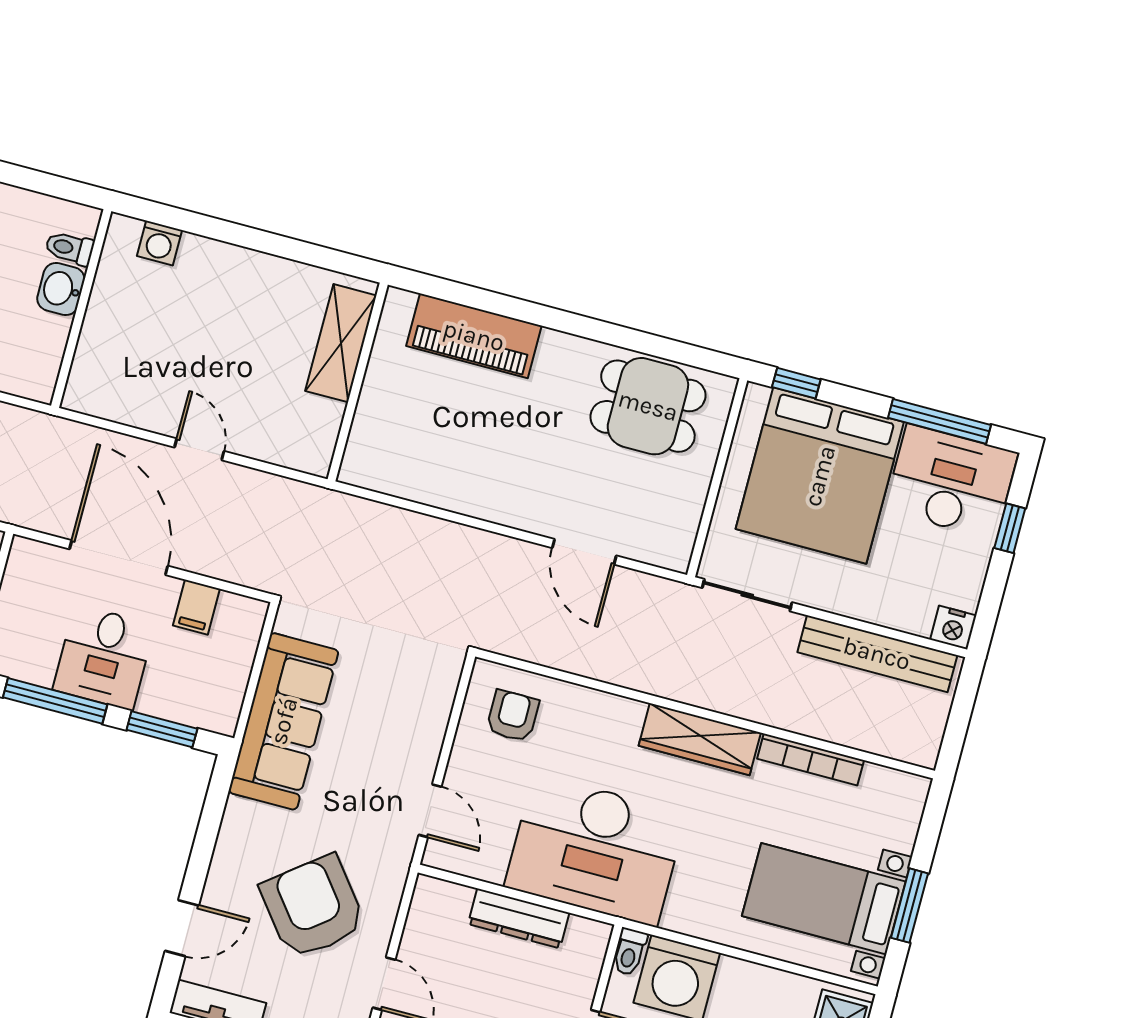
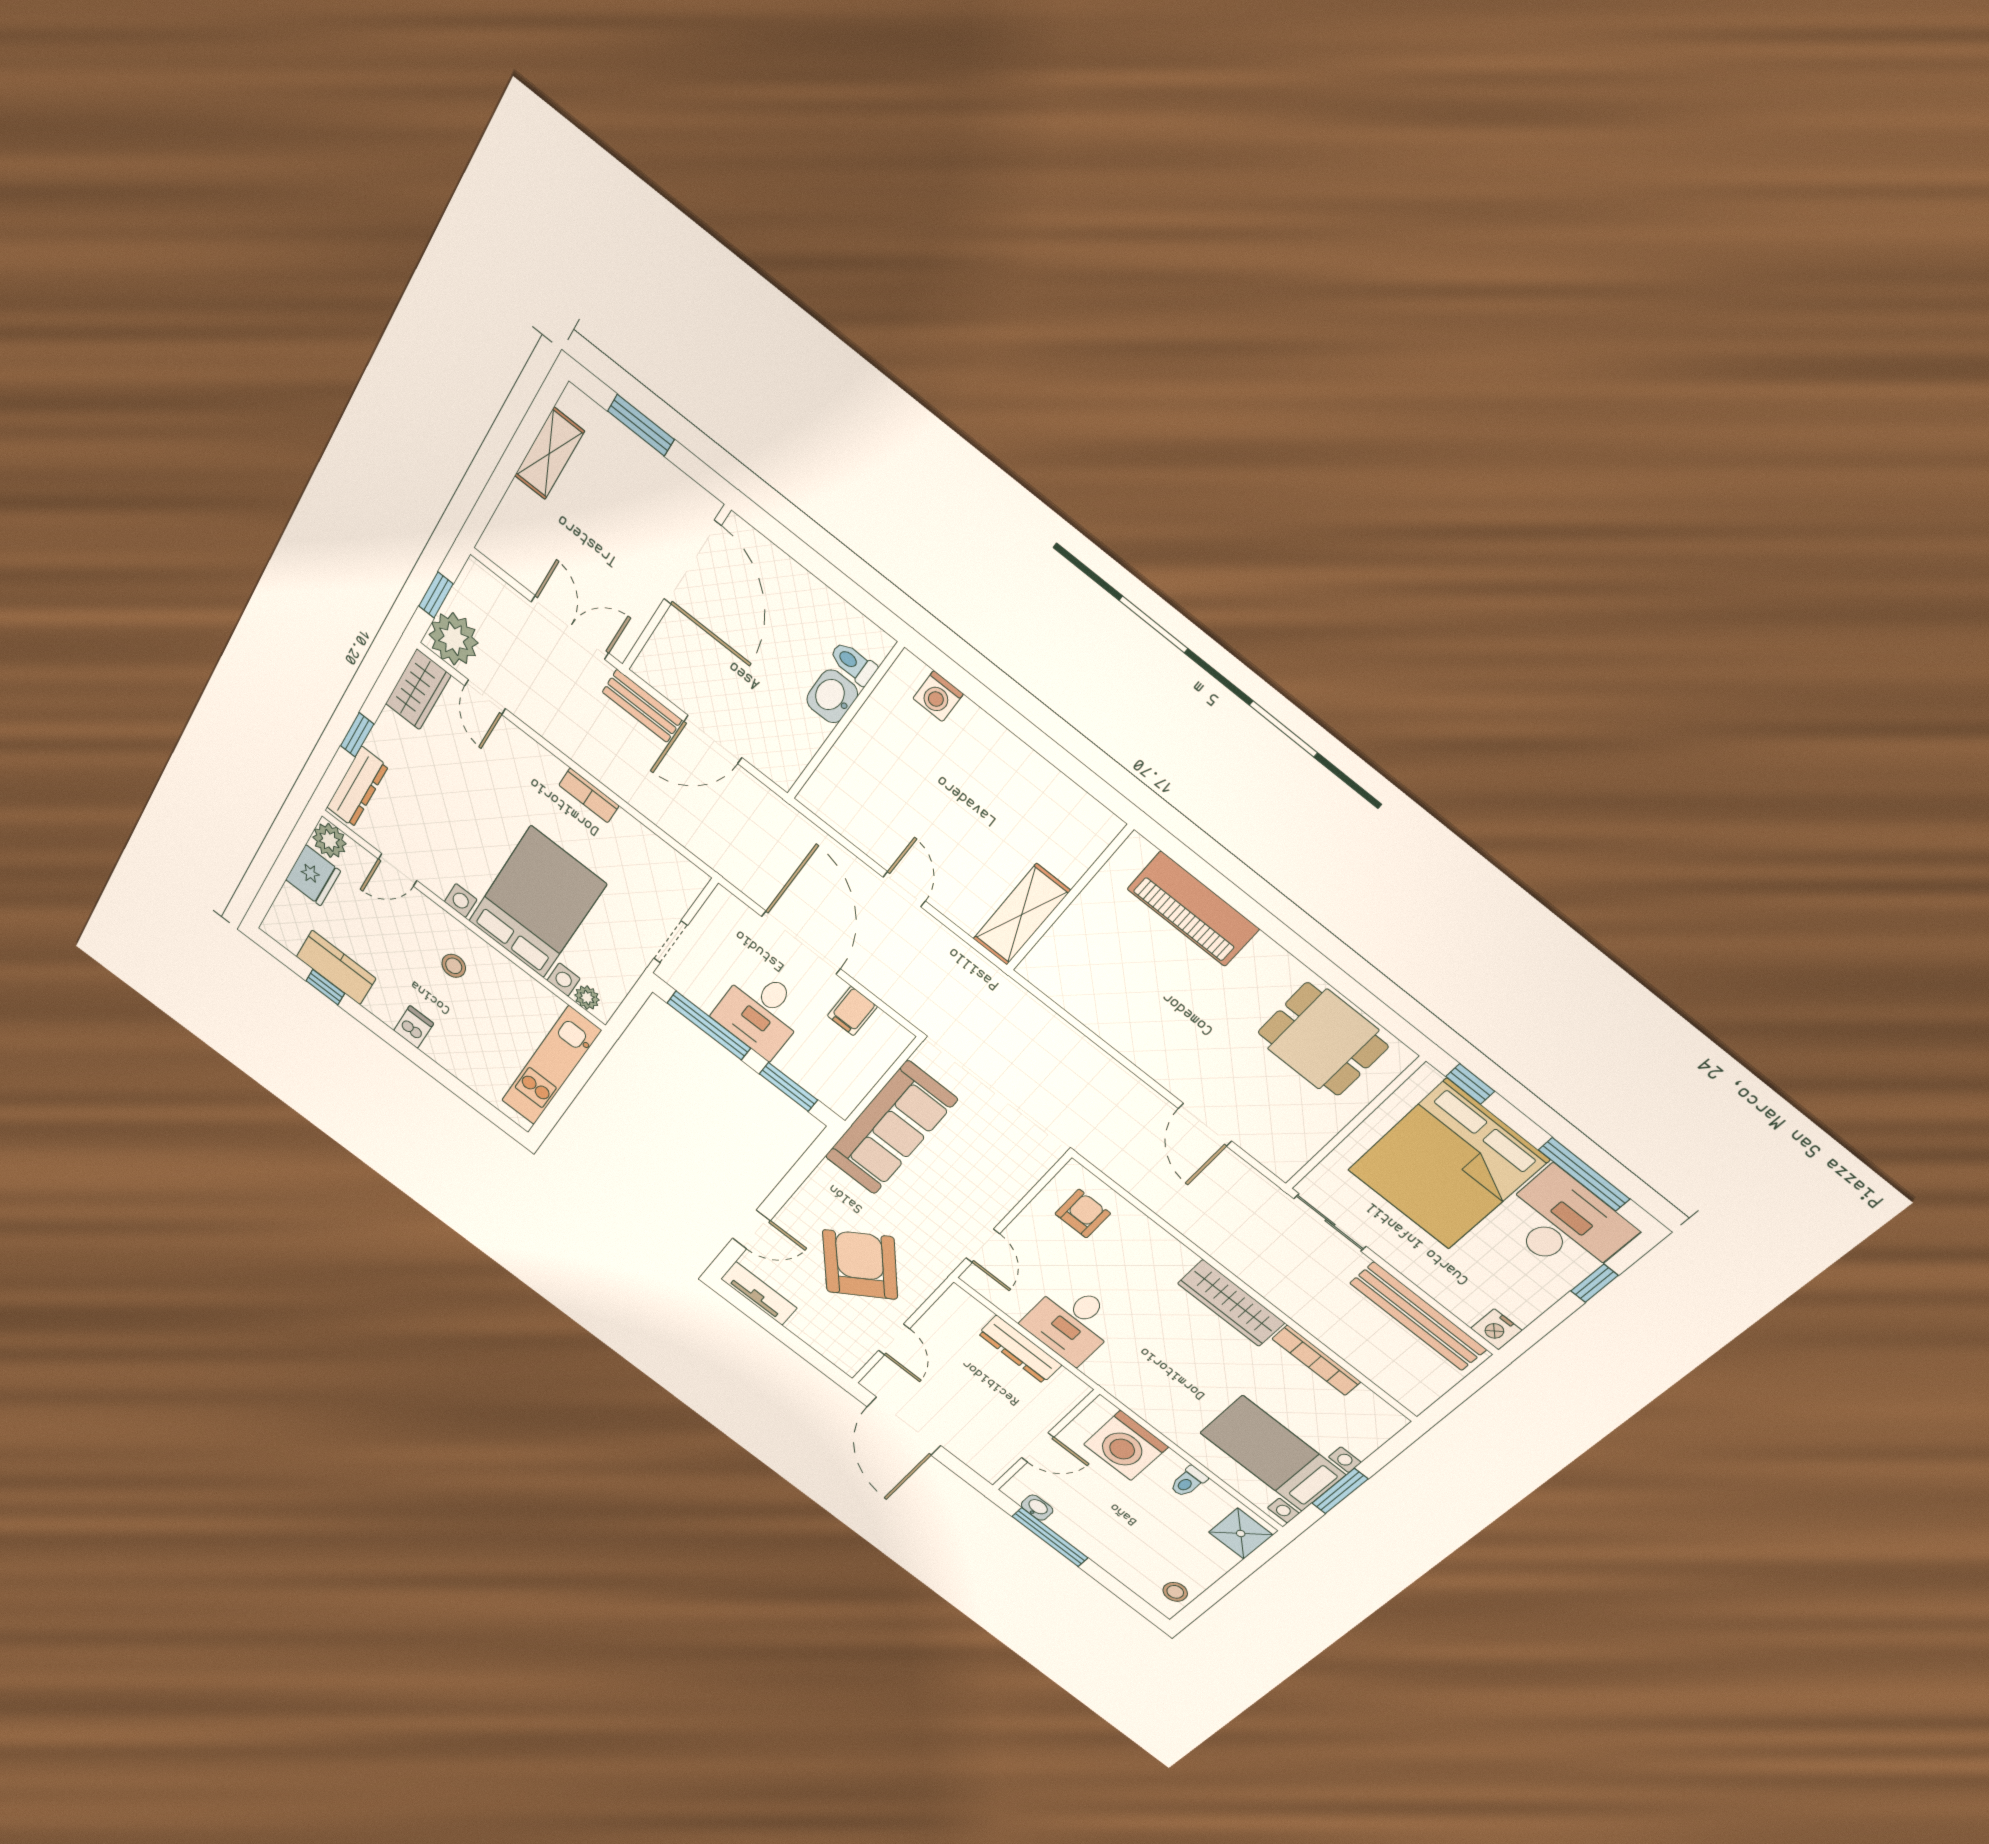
shelving: (341, 343) -> (1021, 915), moved
desk: (595, 850) -> (1071, 1322), width x0.53, depth x0.77
toilet: (630, 952) -> (1188, 1482), moved

